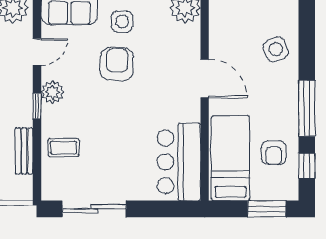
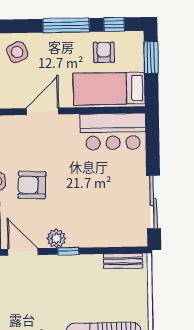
door: (37, 52) -> (23, 252), width x1.38
coffee table: (63, 148) -> (103, 228), removed
bench: (24, 151) -> (123, 261), moved
armchair: (274, 153) -> (104, 52), turned -90

